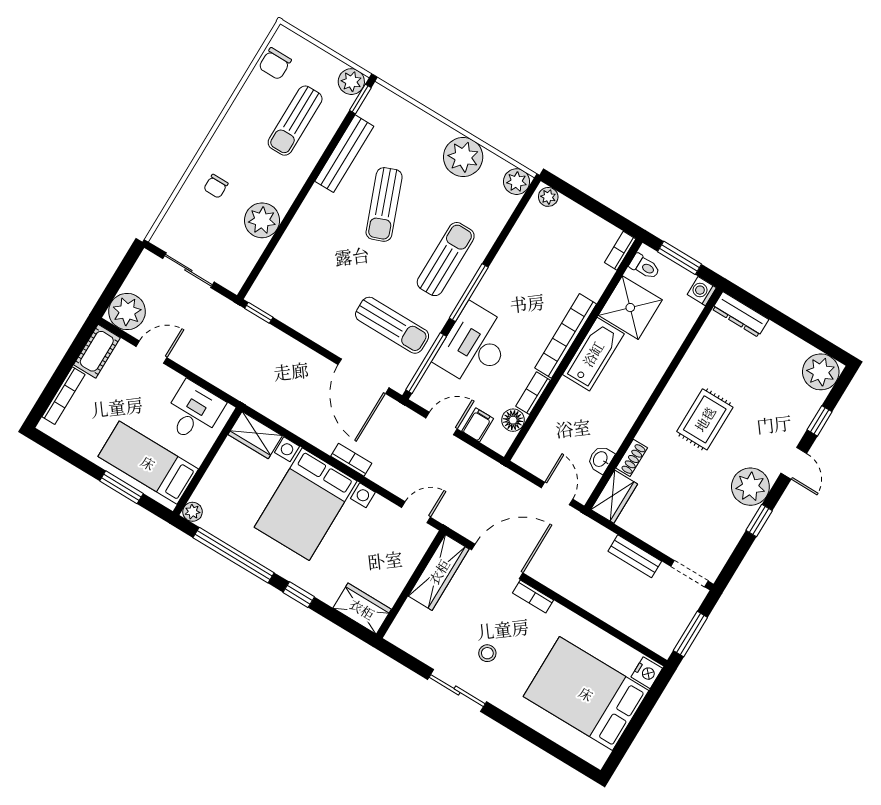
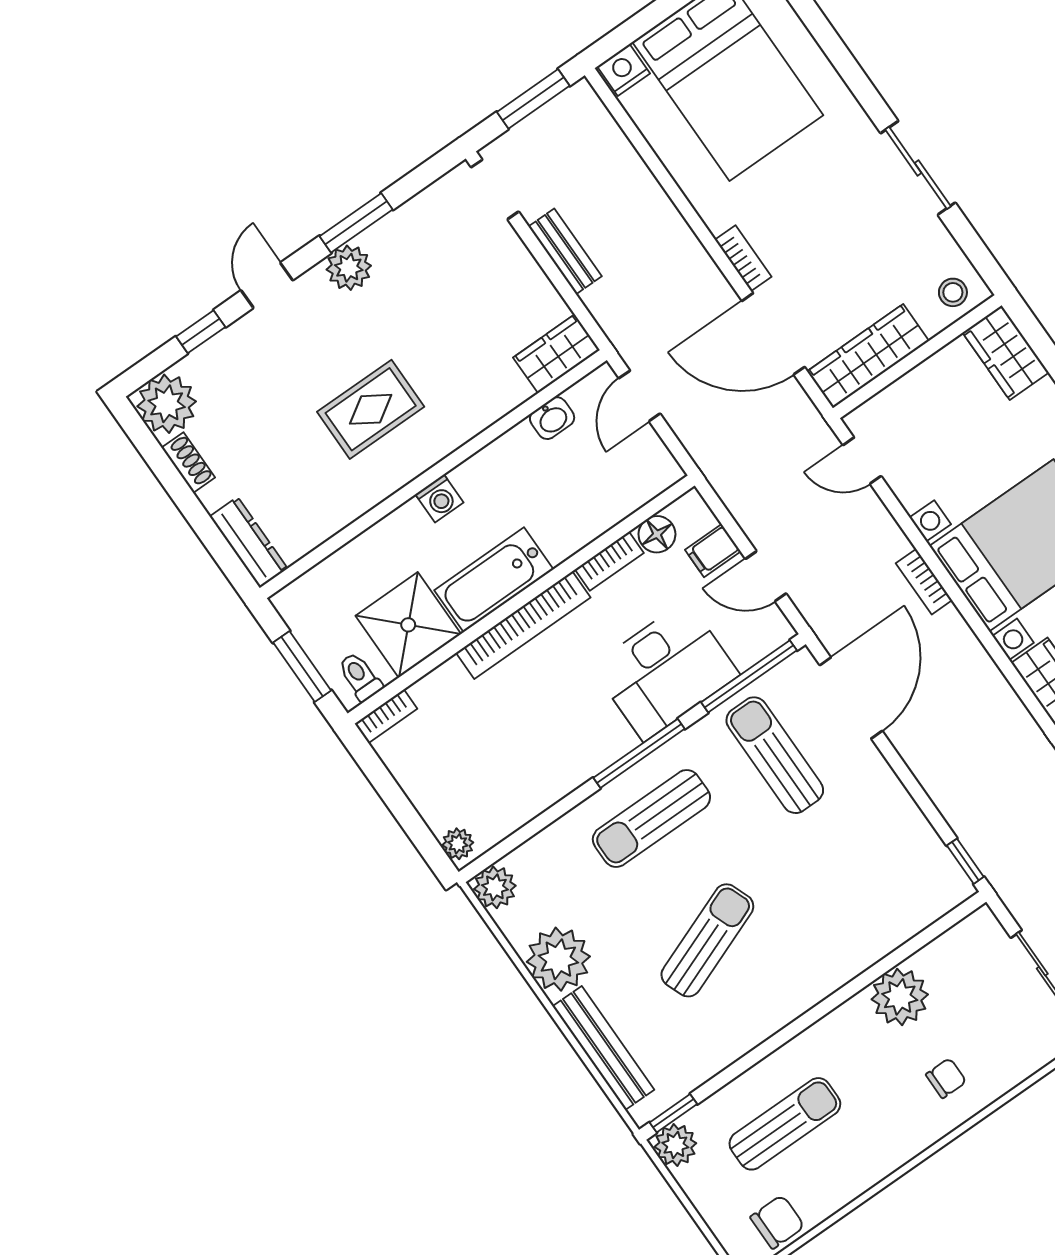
bench: (344, 154) -> (603, 1048), moved, turned 90
washing machine: (702, 291) -> (439, 498), moved
shoe rack: (632, 458) -> (188, 463), moved, turned 90
plant: (750, 487) -> (349, 268), width x0.73, depth x0.73
window: (759, 521) -> (356, 223), width x1.50
stool: (487, 653) -> (953, 292), moved

